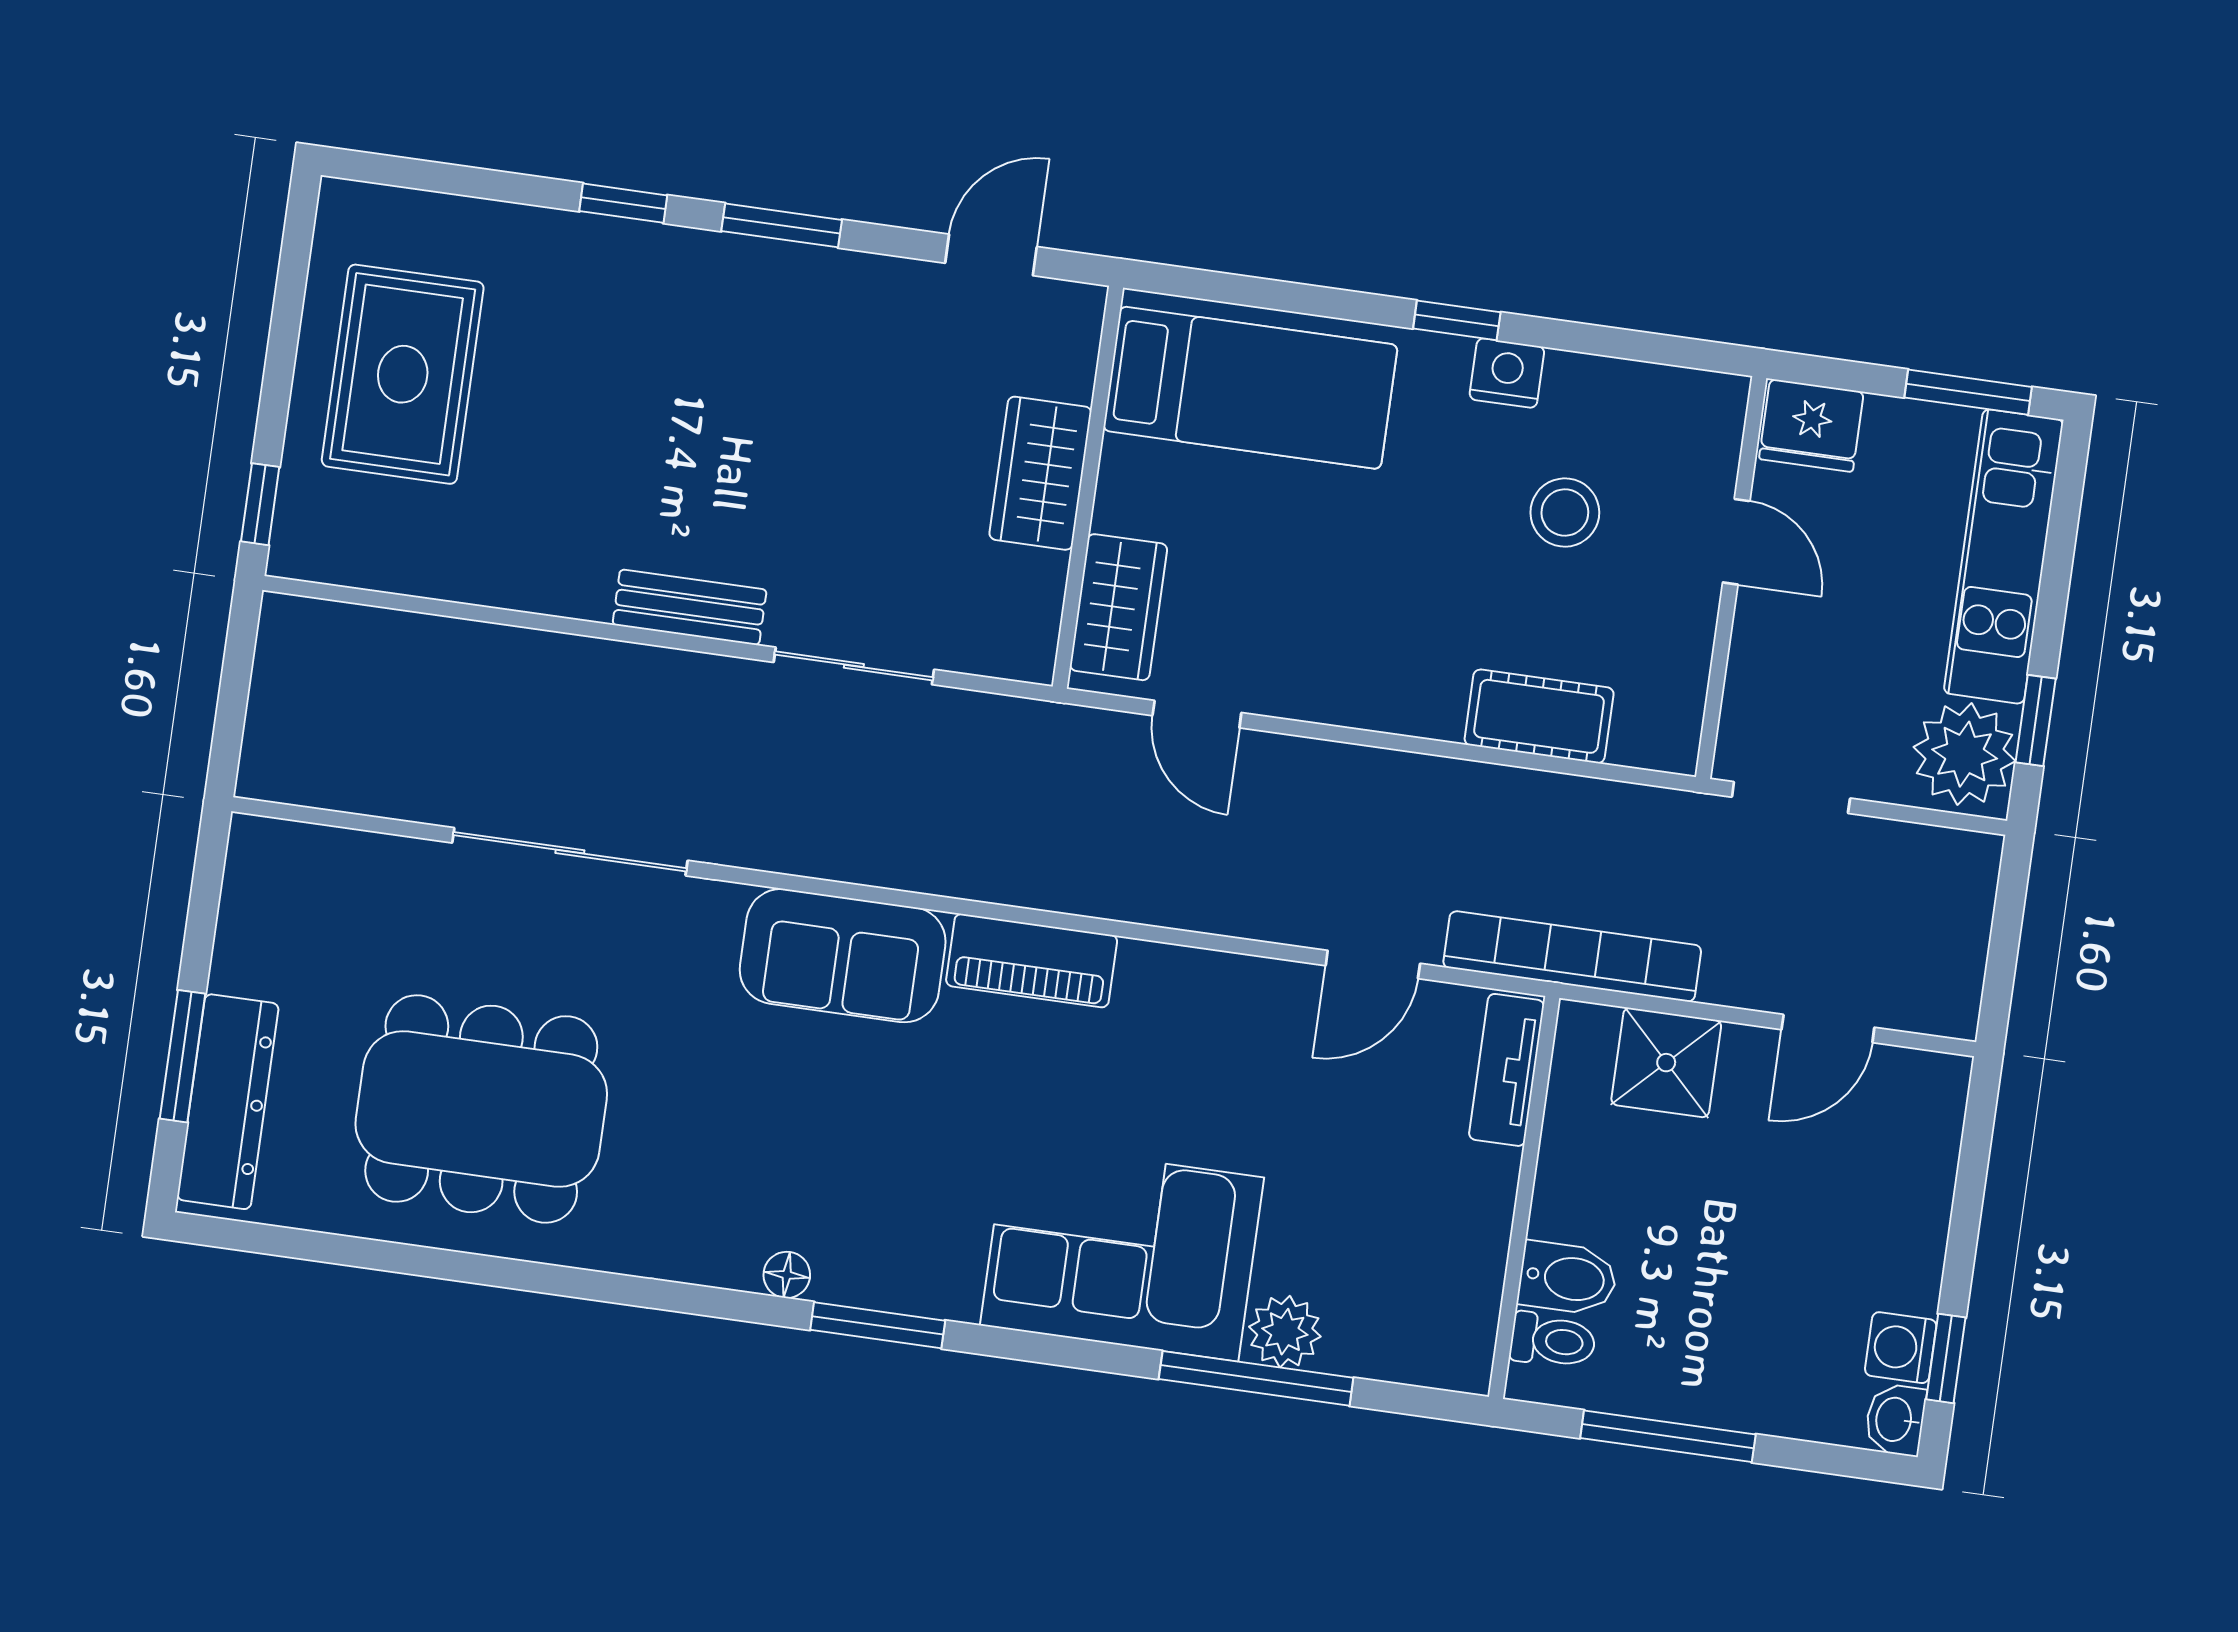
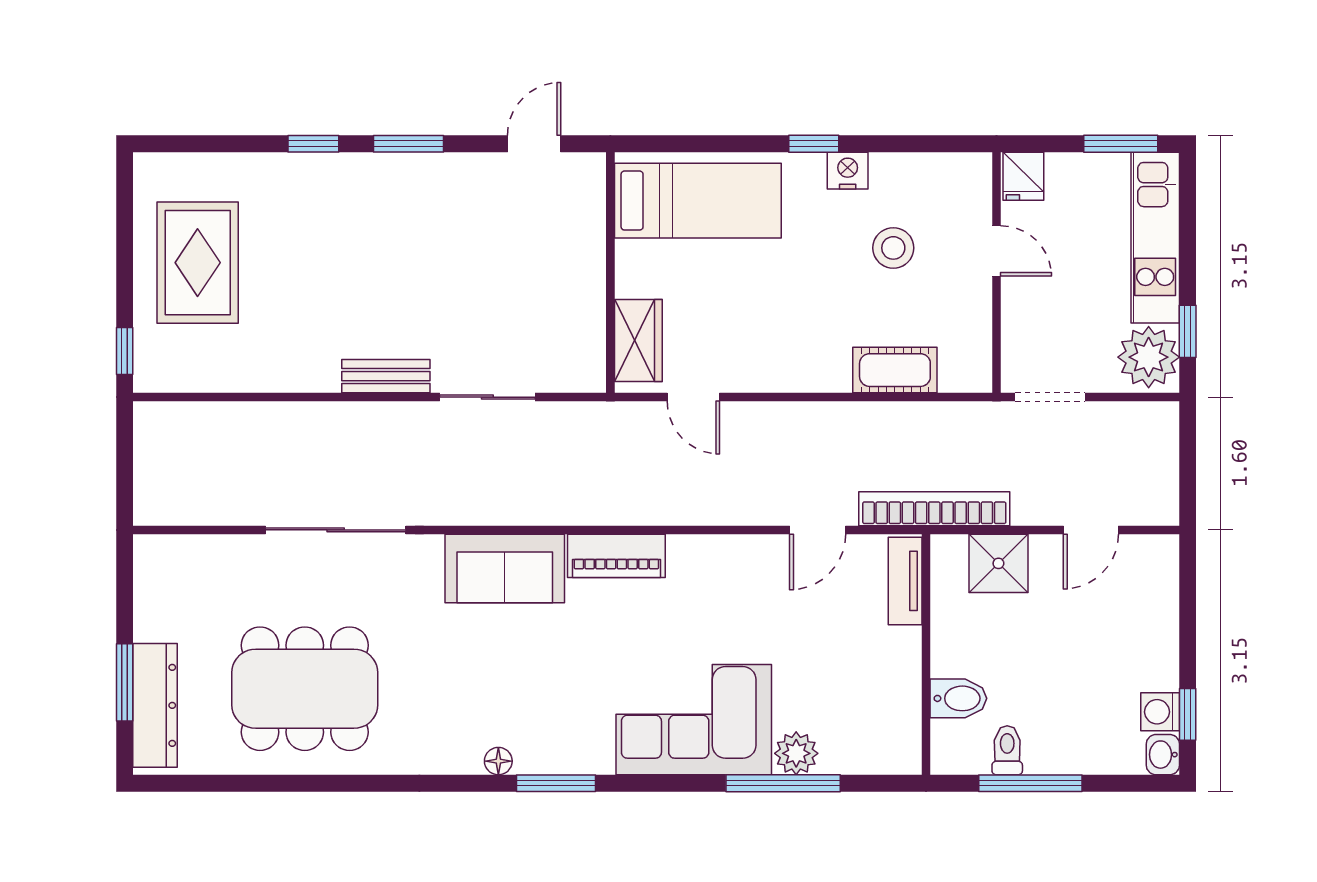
fridge: (1811, 425) -> (1023, 176), width x0.72
wardrobe: (1040, 473) -> (581, 268), removed
toilet: (1553, 1340) -> (1007, 750), moved, turned -90

